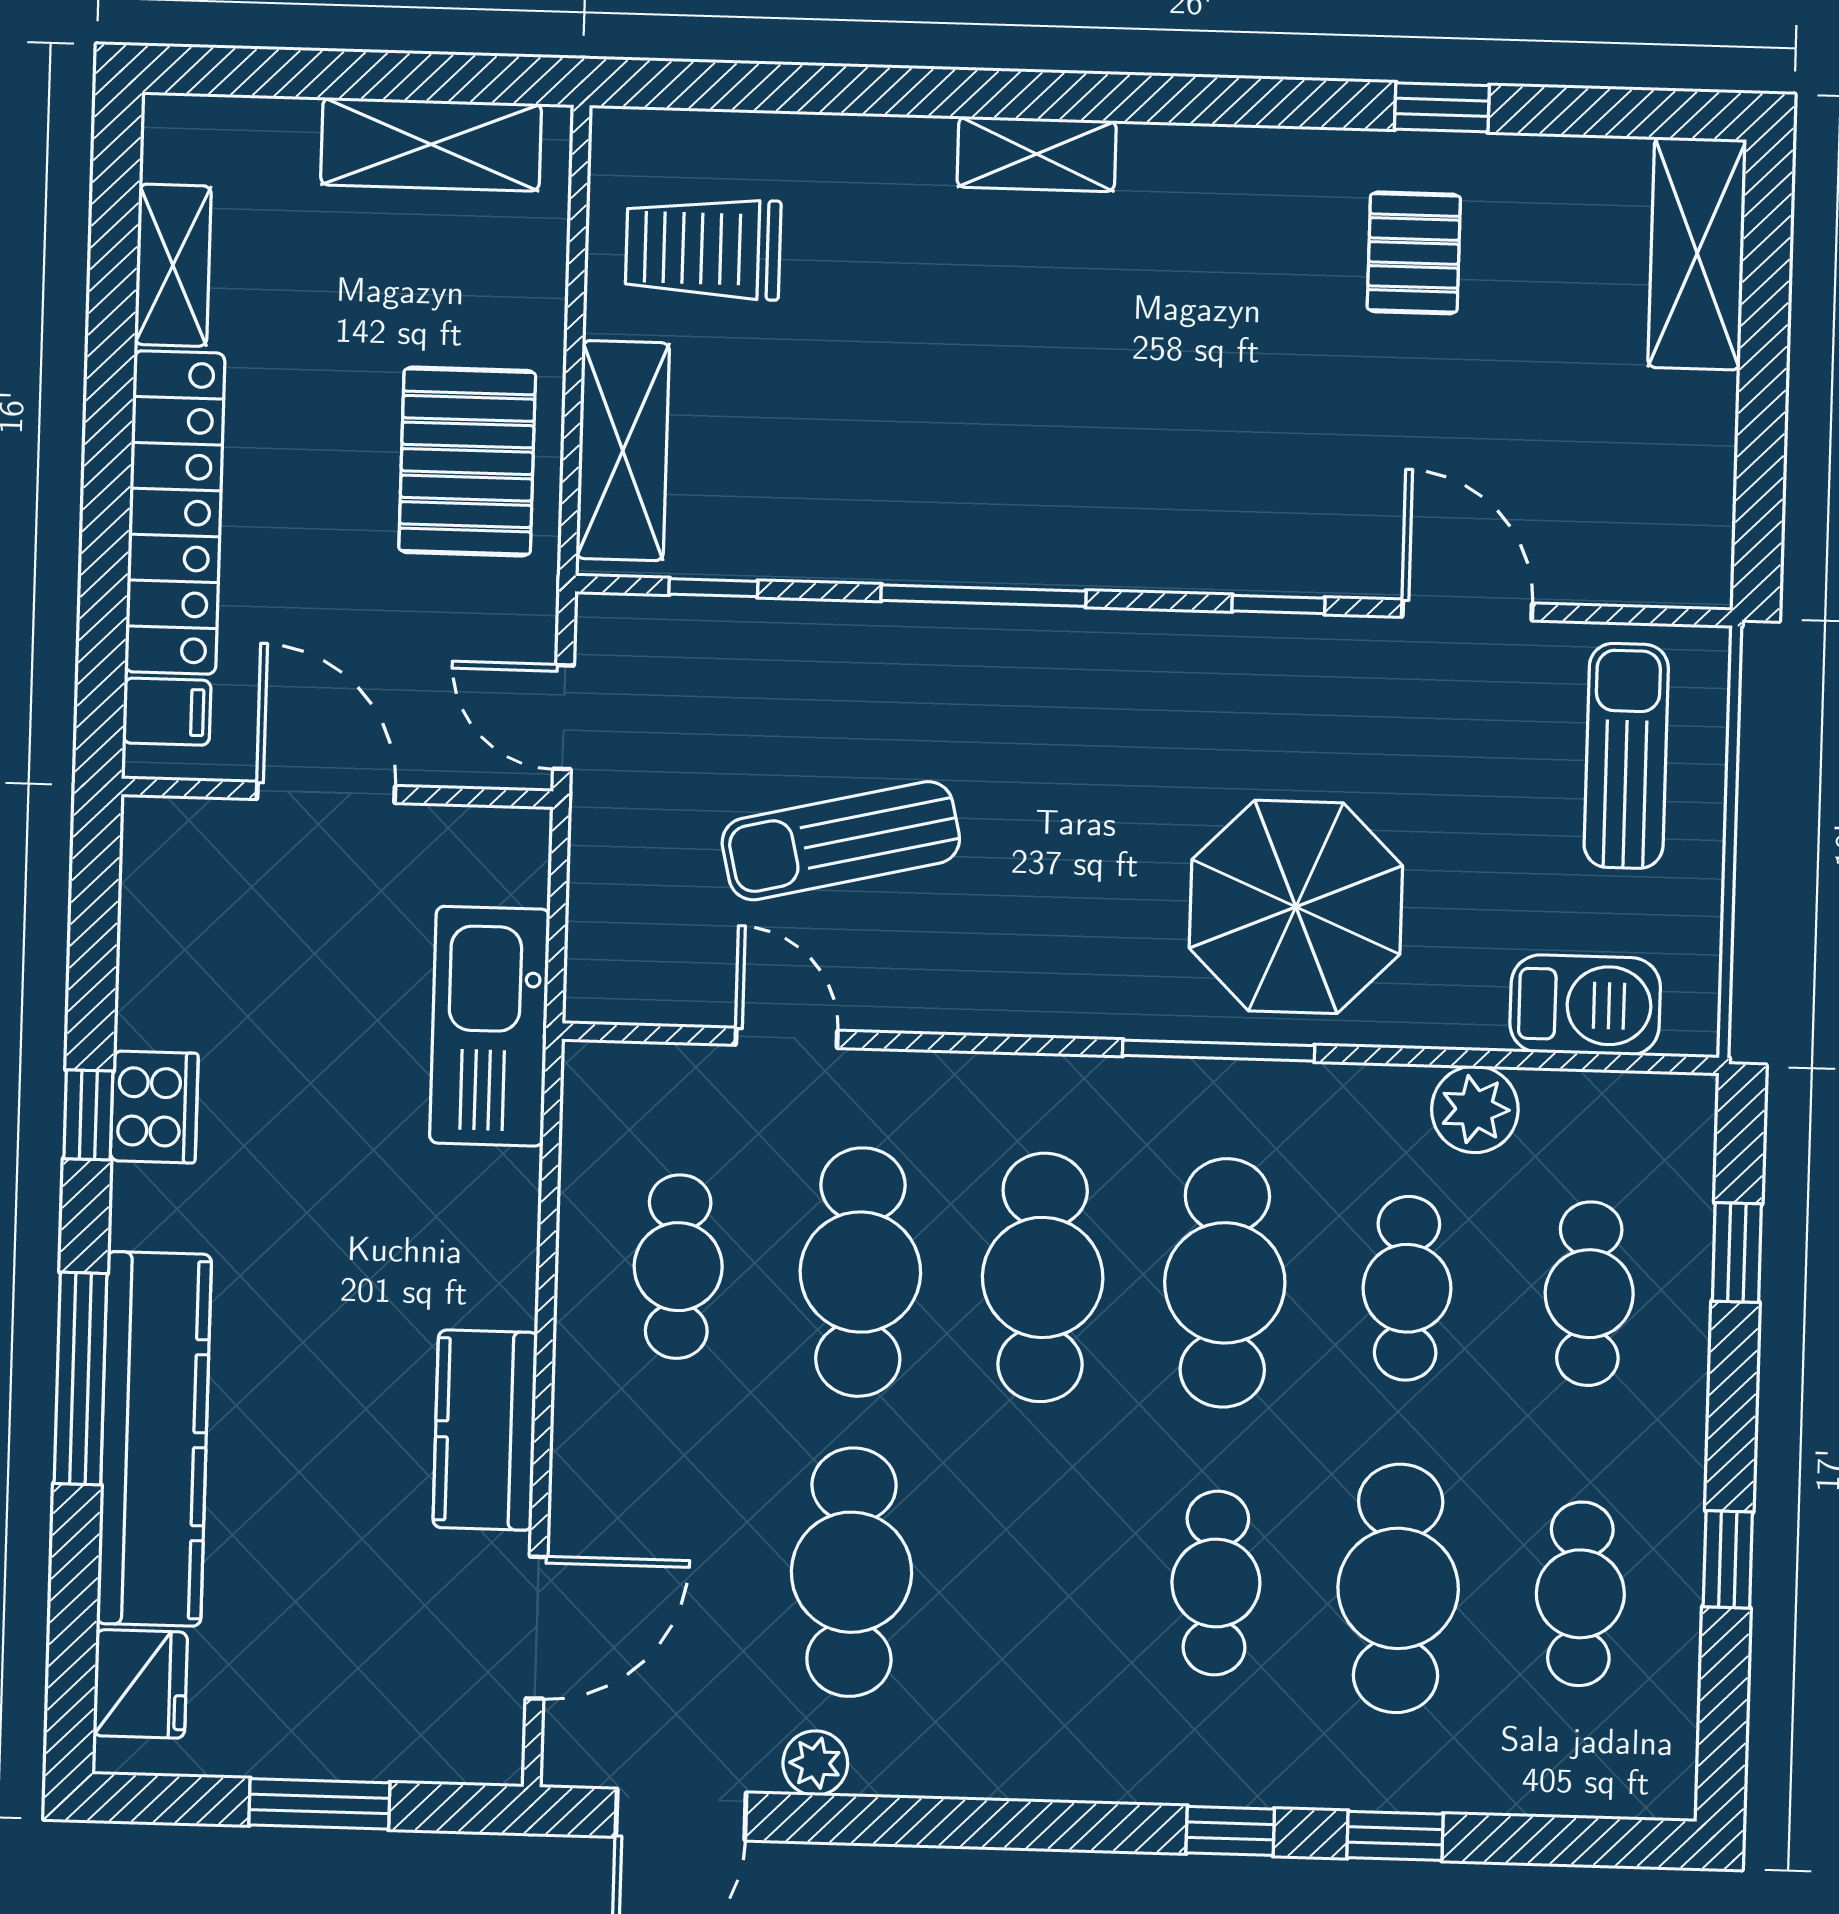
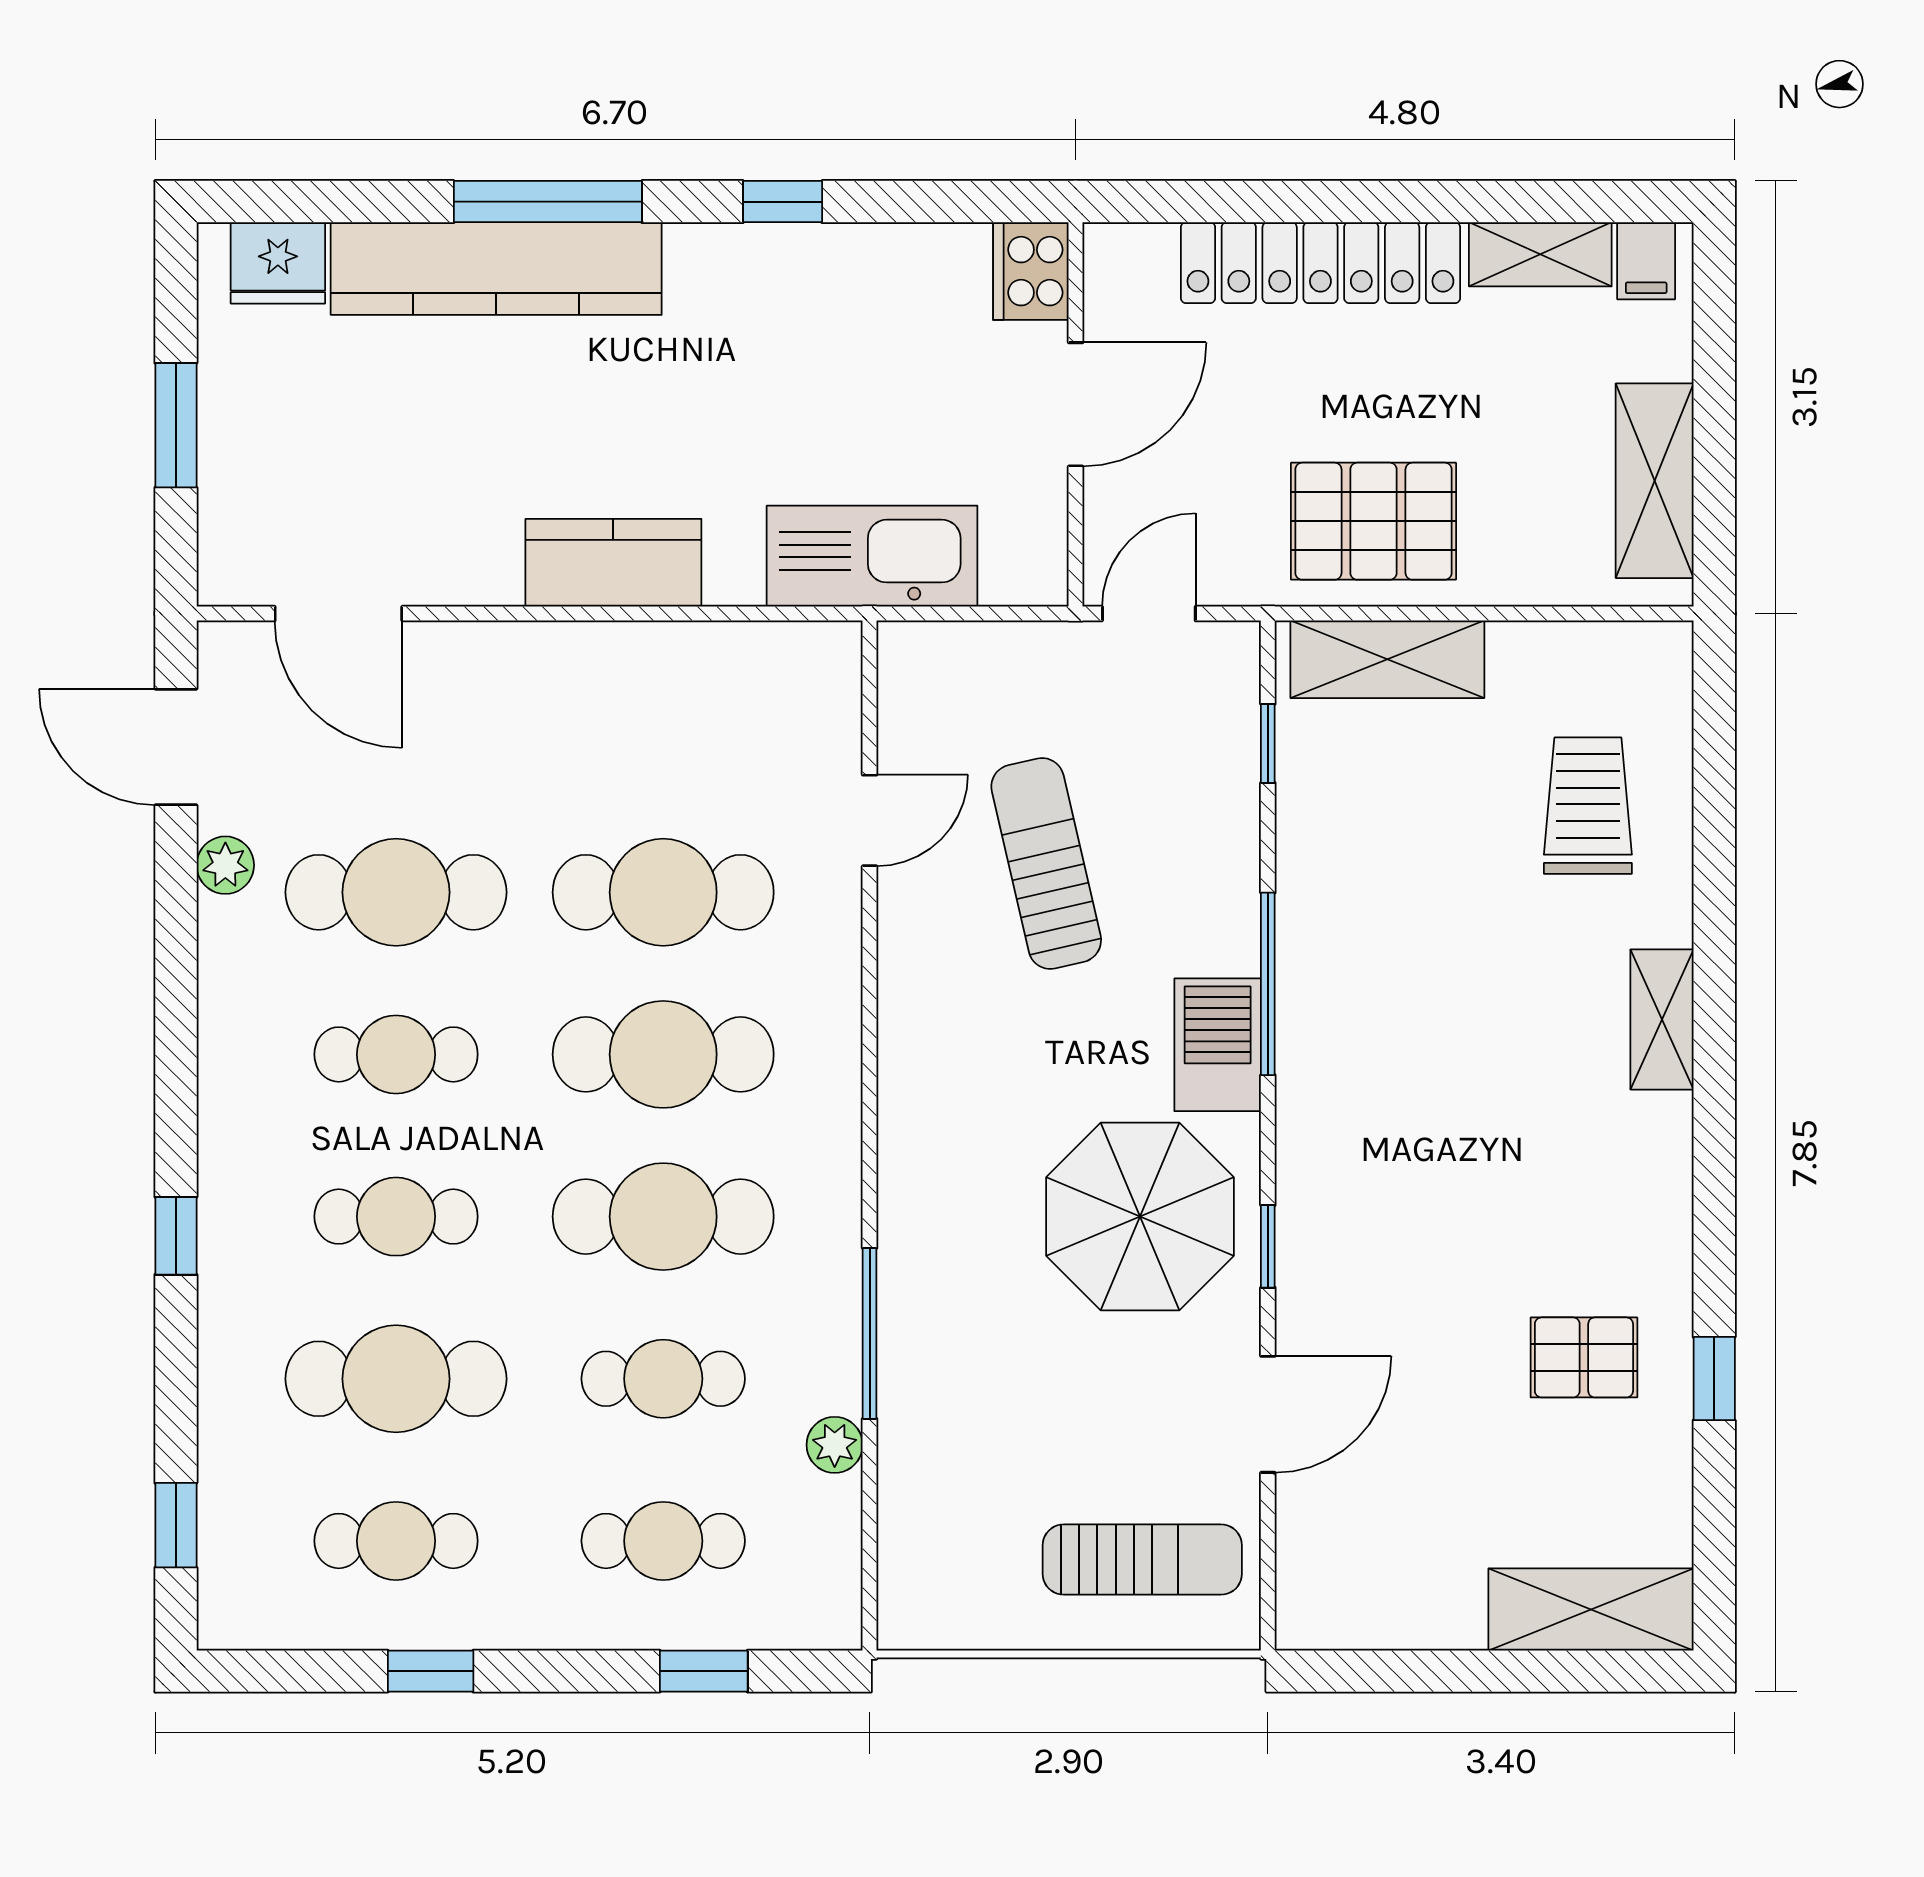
trolley: (703, 248) -> (1588, 806), moved
filing cabinet: (167, 712) -> (1646, 261), moved
parasol: (1296, 907) -> (1140, 1217), moved
barbecue: (1585, 1005) -> (1218, 1045), moved, turned 180
window: (1219, 1051) -> (870, 1333), moved
cooker: (154, 1107) -> (1031, 271), moved, turned 90
plant: (1475, 1109) -> (835, 1445), width x0.73, depth x0.73
cafe table: (678, 1267) -> (396, 1054), moved
kitchen counter: (485, 1430) -> (613, 563), moved
window: (1395, 1836) -> (176, 1525), moved

